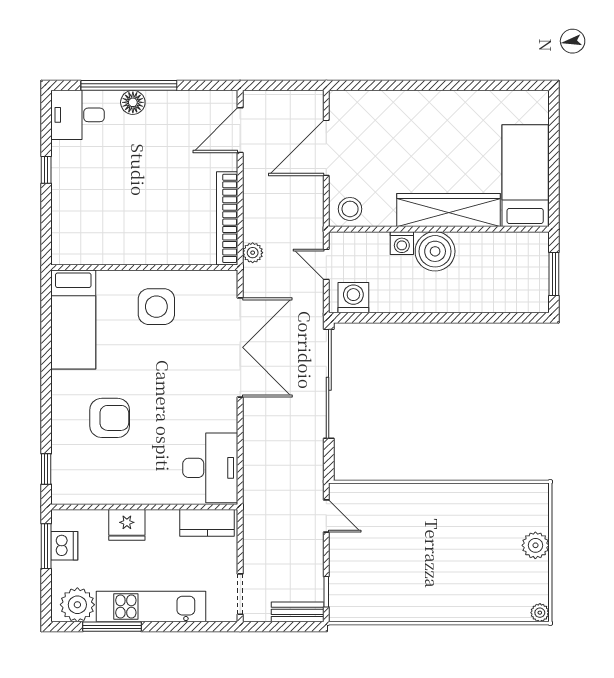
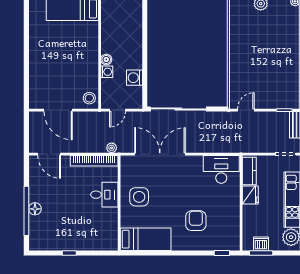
desk: (78, 115) -> (104, 195), moved, turned -90
wardrobe: (449, 210) -> (90, 48), removed
boiler: (435, 251) -> (106, 59), width x0.54, depth x0.54
washing machine: (353, 298) -> (135, 78), moved
fridge: (127, 525) -> (250, 195), moved

